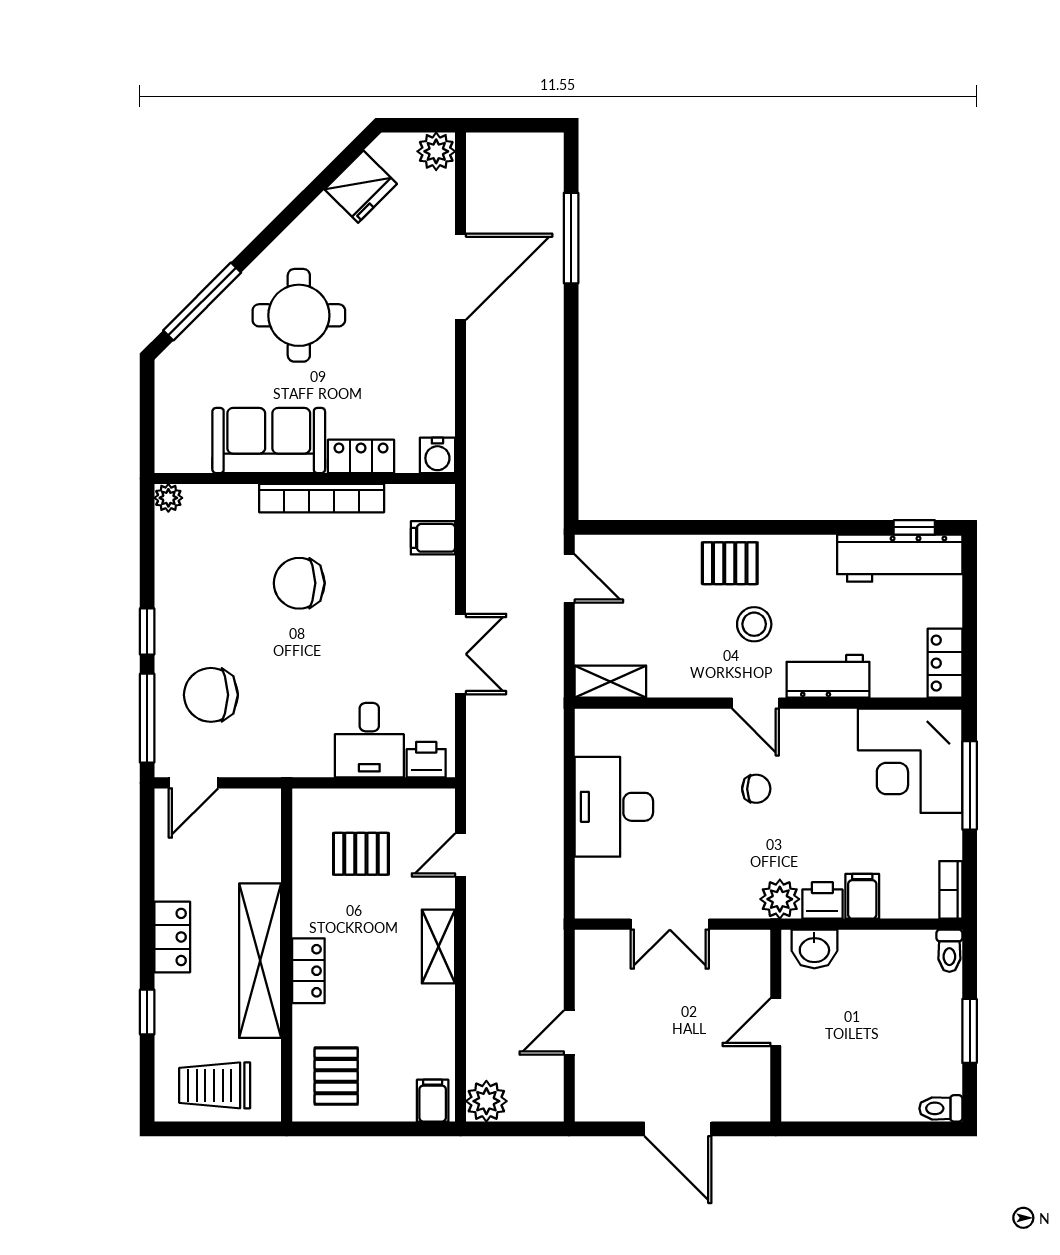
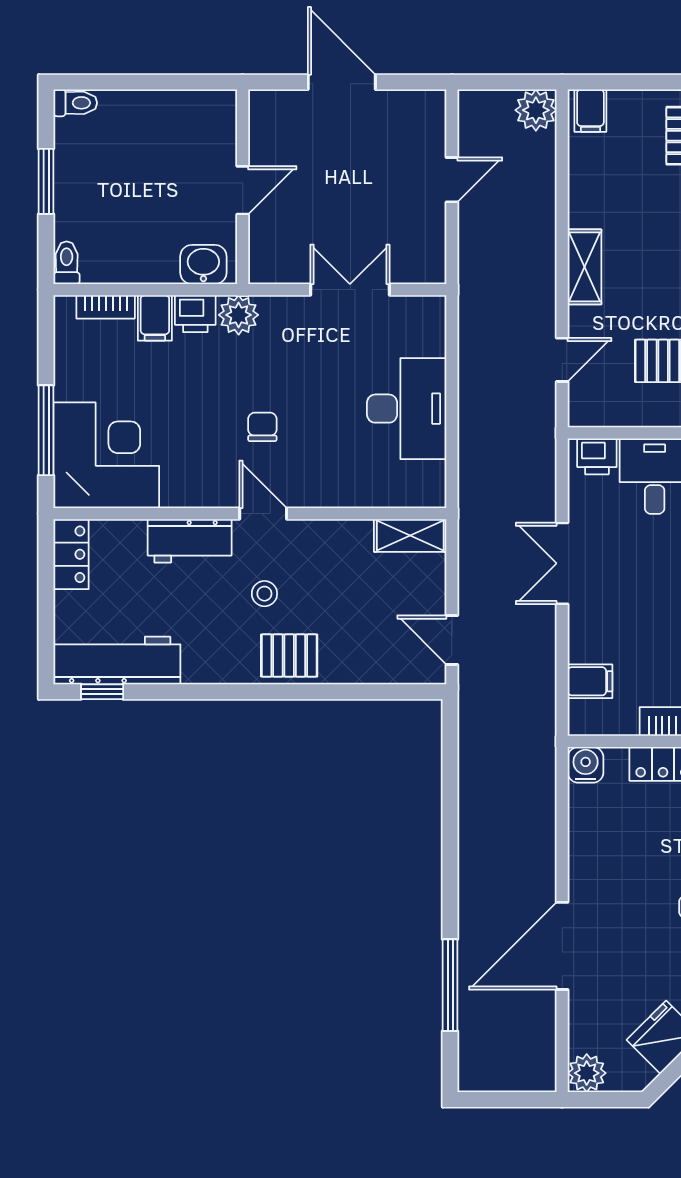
stool: (754, 624) -> (264, 594), width x0.73, depth x0.73
chair: (756, 789) -> (262, 427), turned 90
bookcase: (951, 890) -> (106, 307), moved, turned 90

